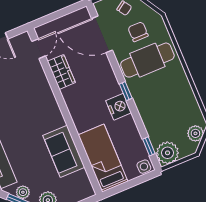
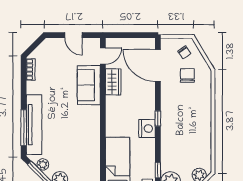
cafe table: (147, 60) -> (185, 101), removed
sofa: (64, 151) -> (89, 85), moved

